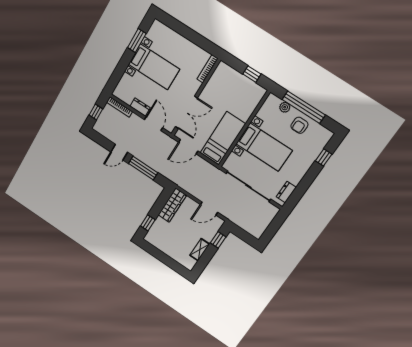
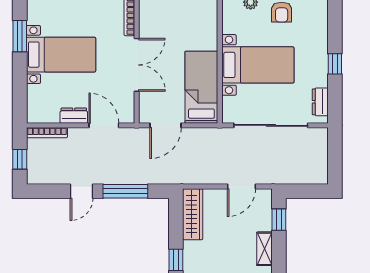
double door: (186, 112) -> (137, 65), moved
window: (324, 157) -> (335, 64), moved

